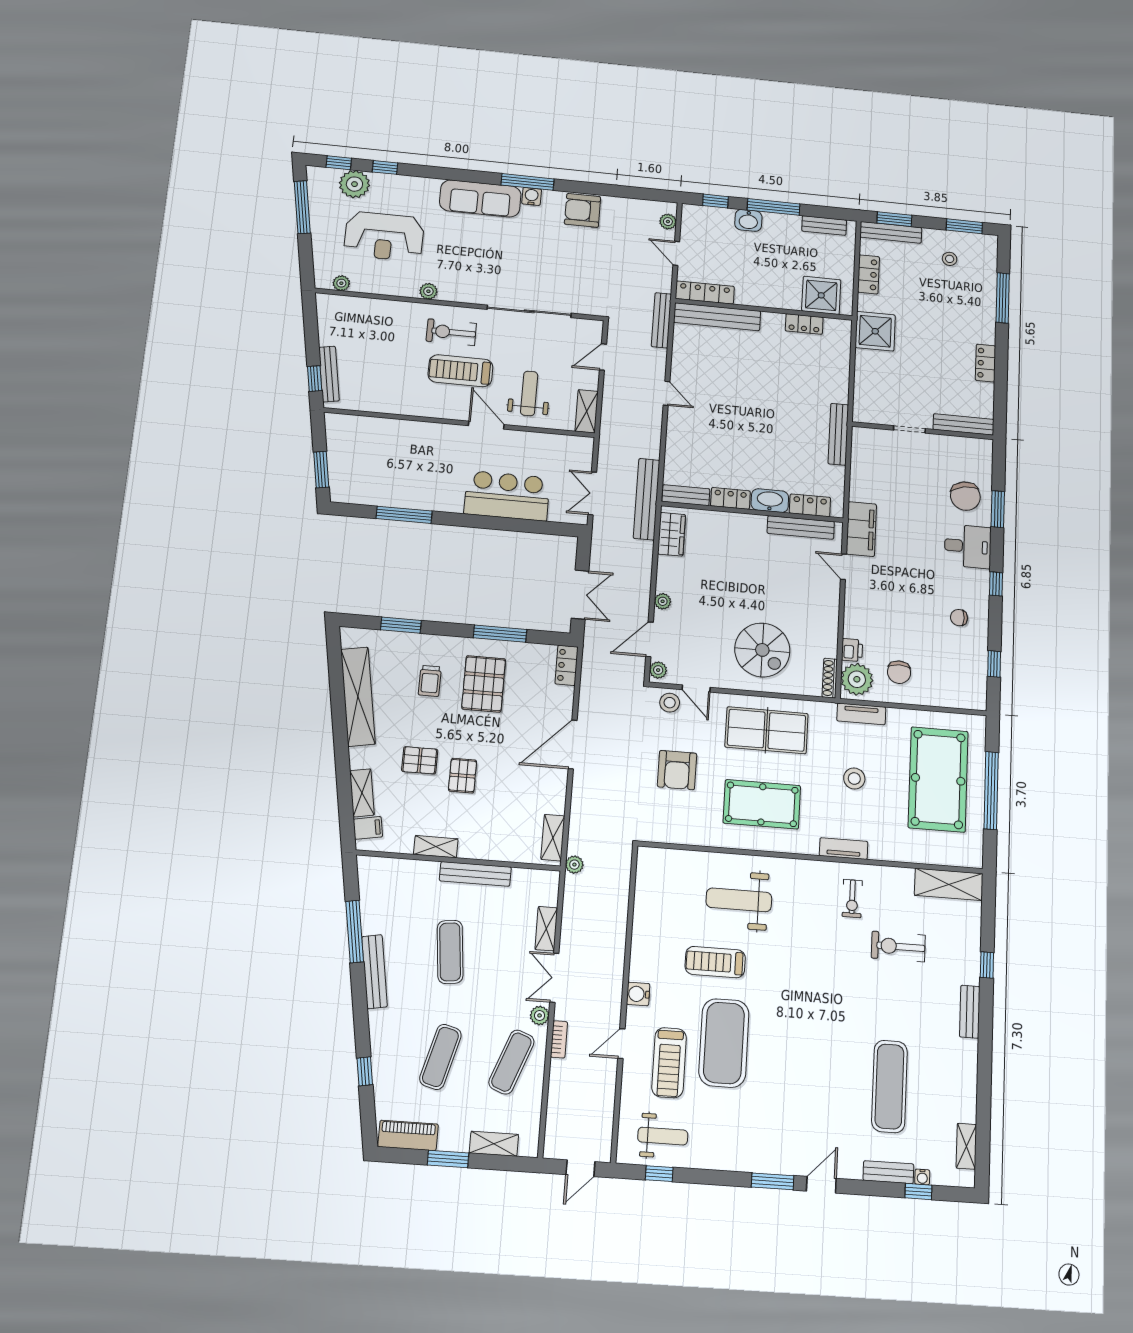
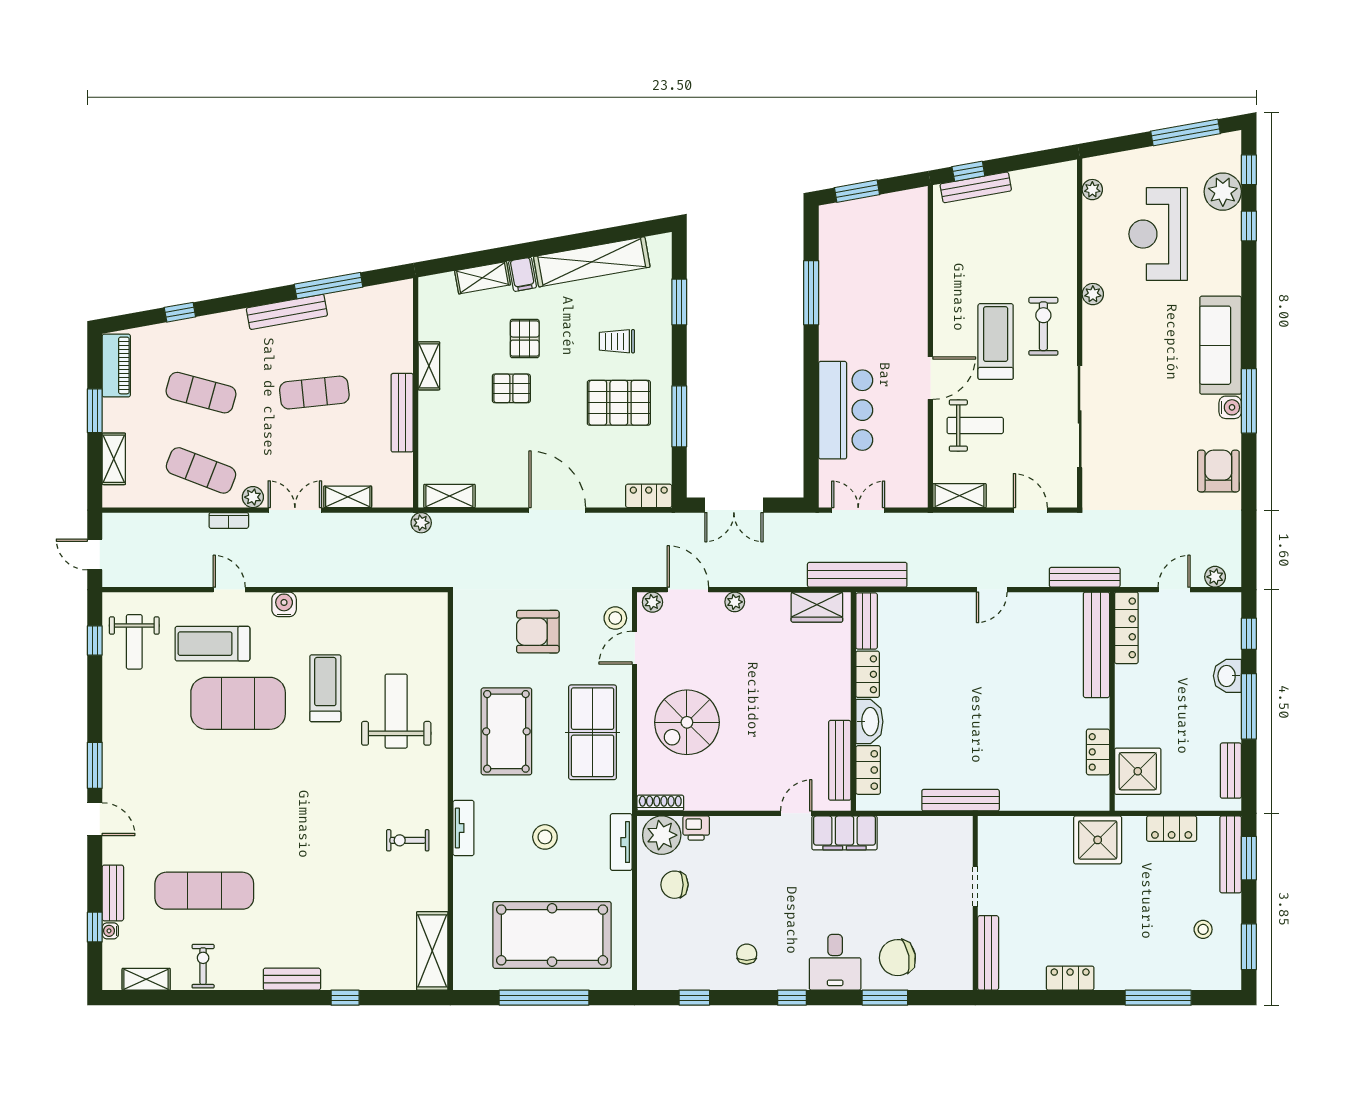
filing cabinet: (368, 828) -> (523, 274), moved
exercise bike: (898, 947) -> (203, 966), moved, width x0.73, depth x0.72

